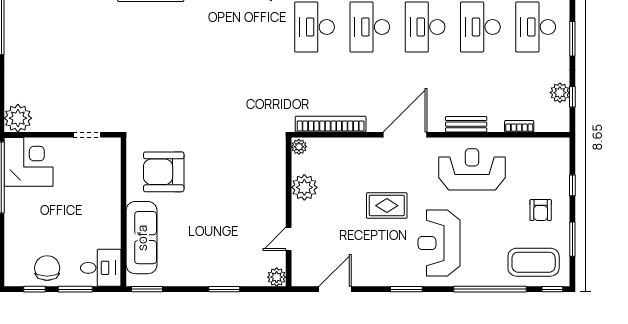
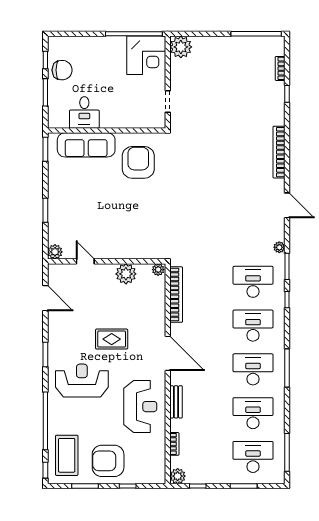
plant: (560, 93) -> (178, 476), moved
rug: (387, 206) -> (112, 339), turned 90
armchair: (541, 210) -> (108, 461), width x1.88, depth x1.88
desk: (101, 268) -> (84, 112), moved

